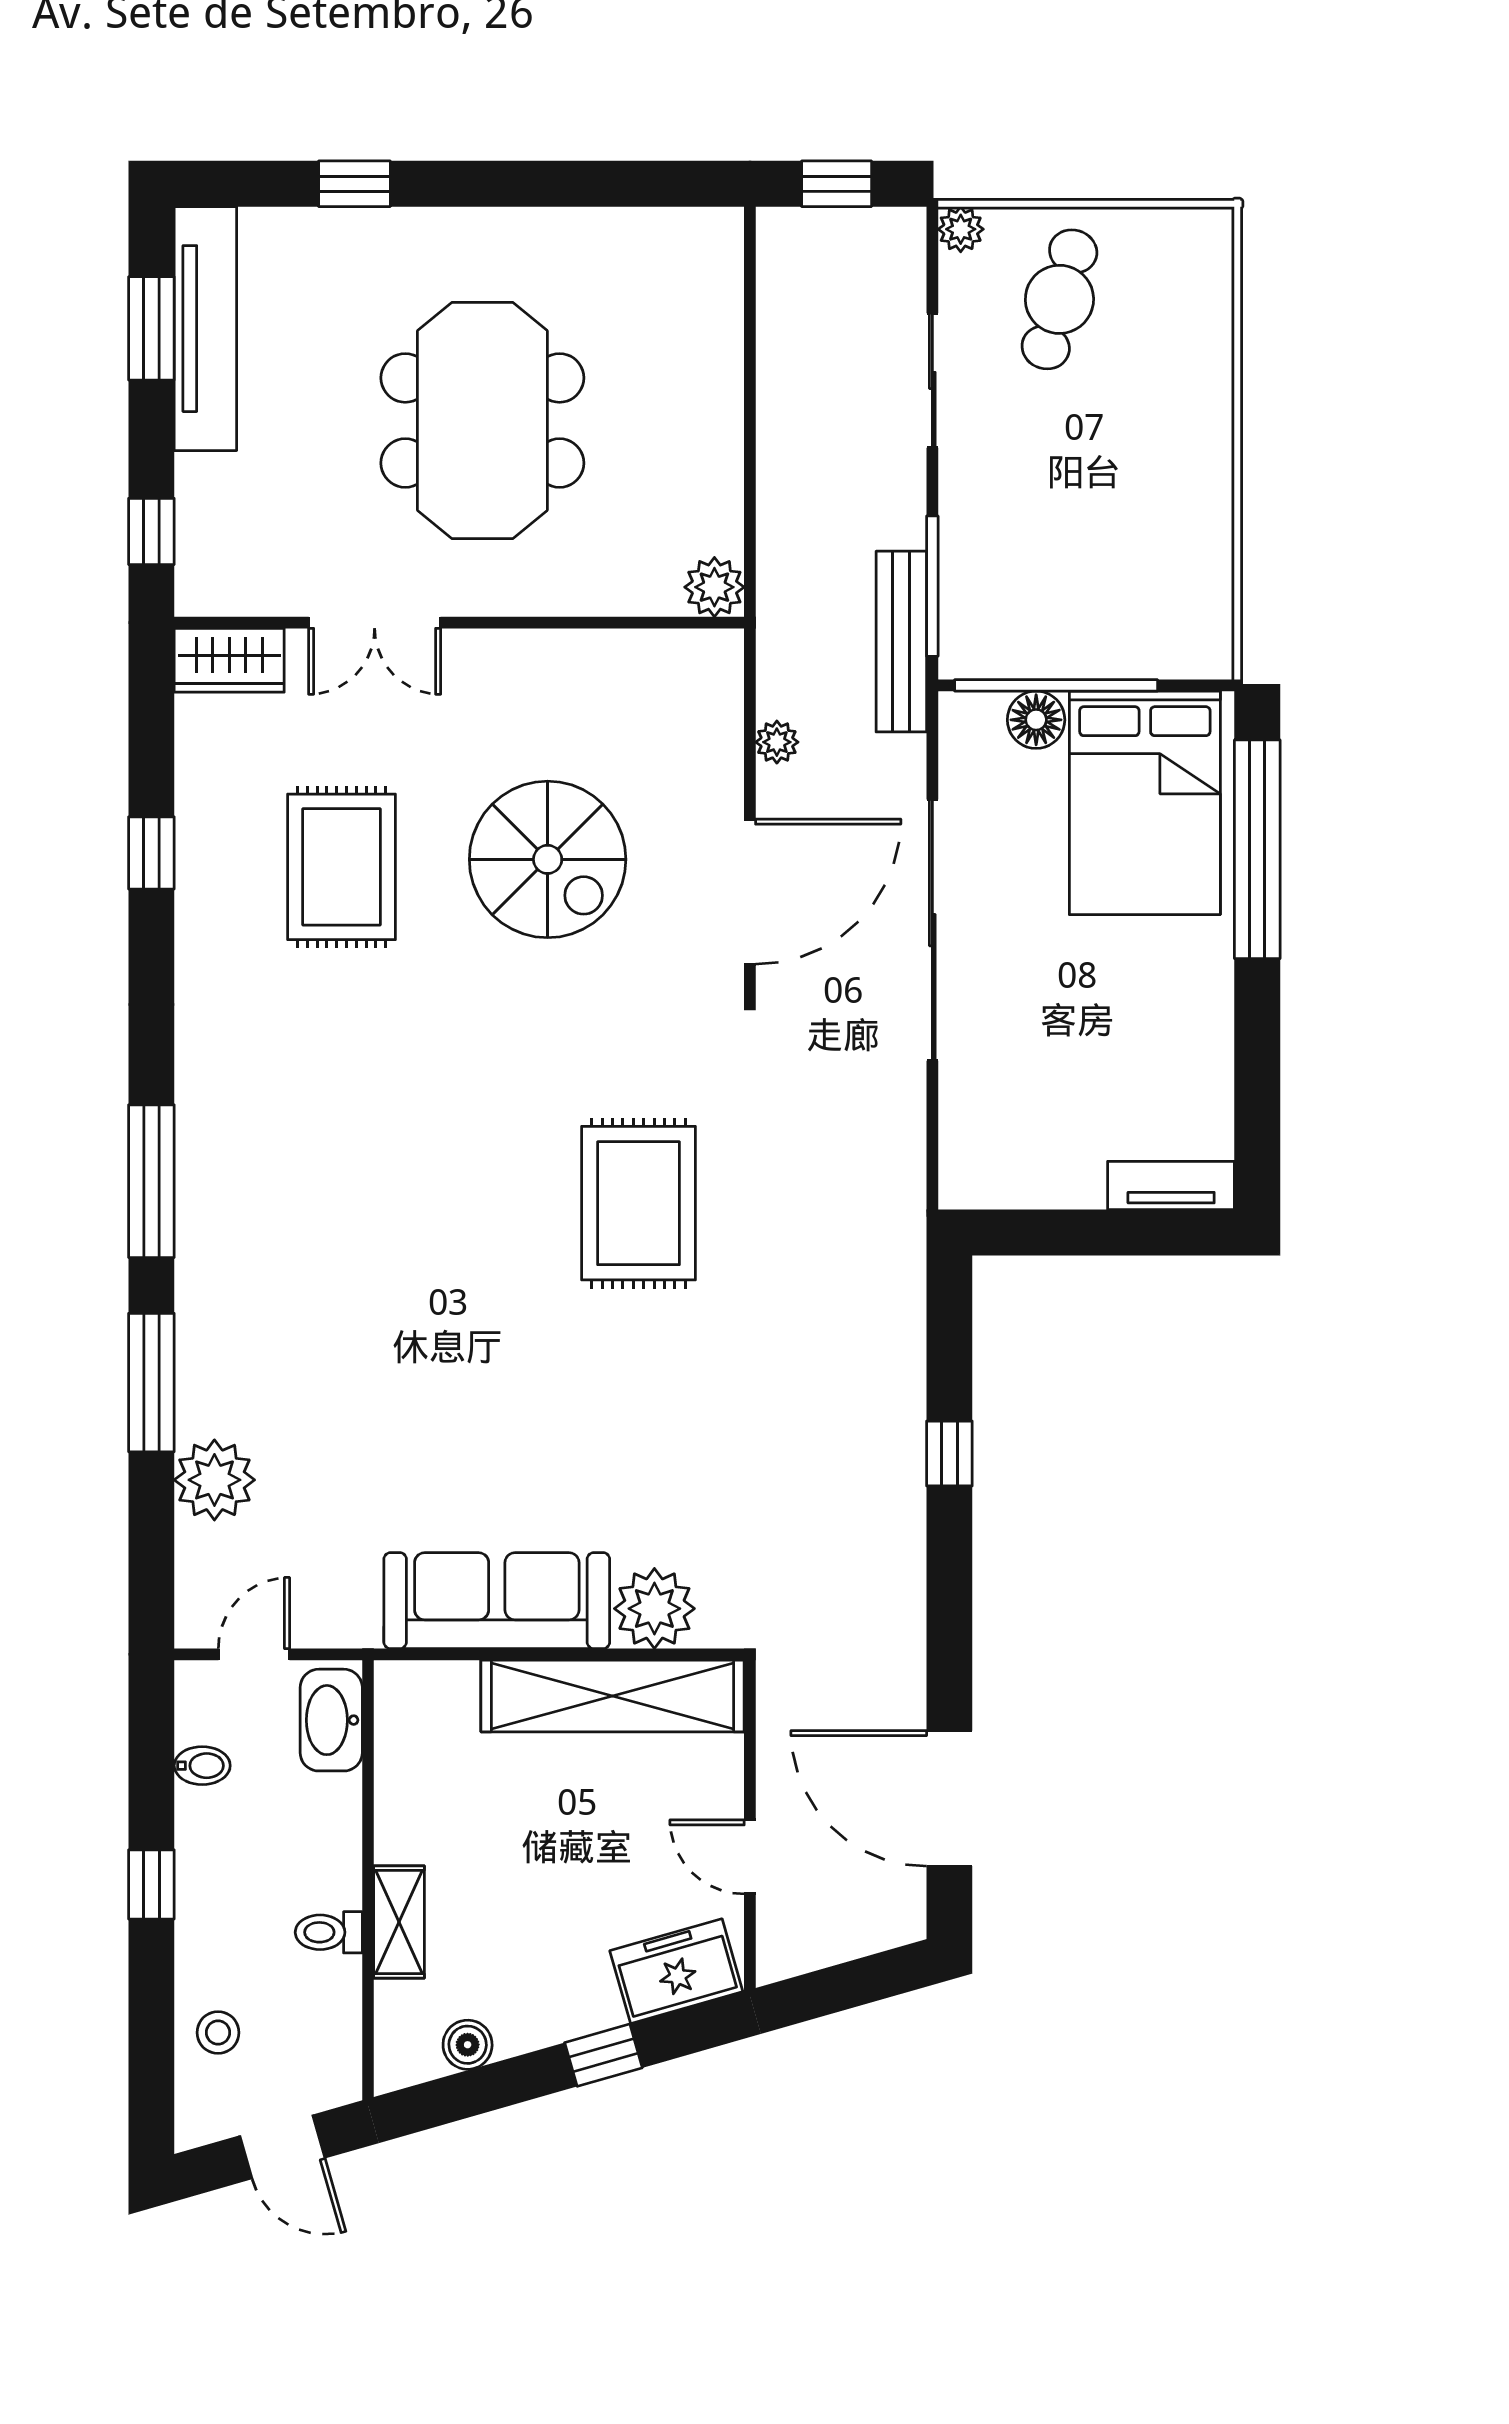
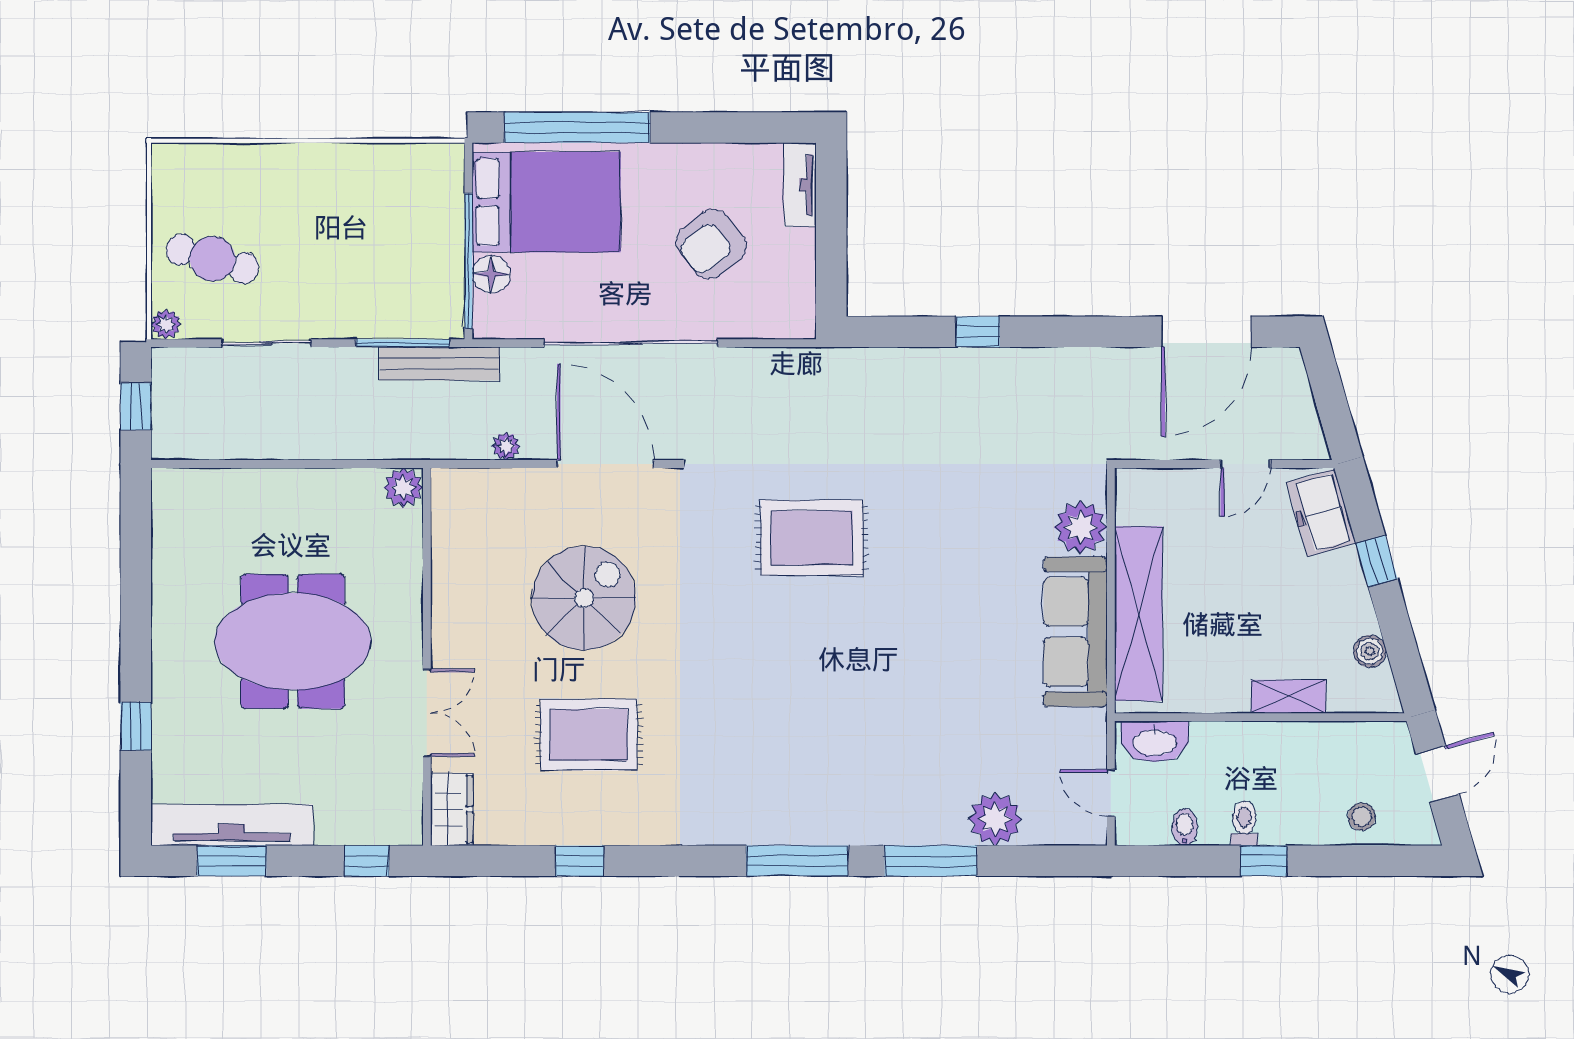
armchair: (1082, 1052) -> (711, 244), added
shelving: (613, 1696) -> (1139, 613), moved
toilet: (329, 1932) -> (1244, 823), moved, turned 180

